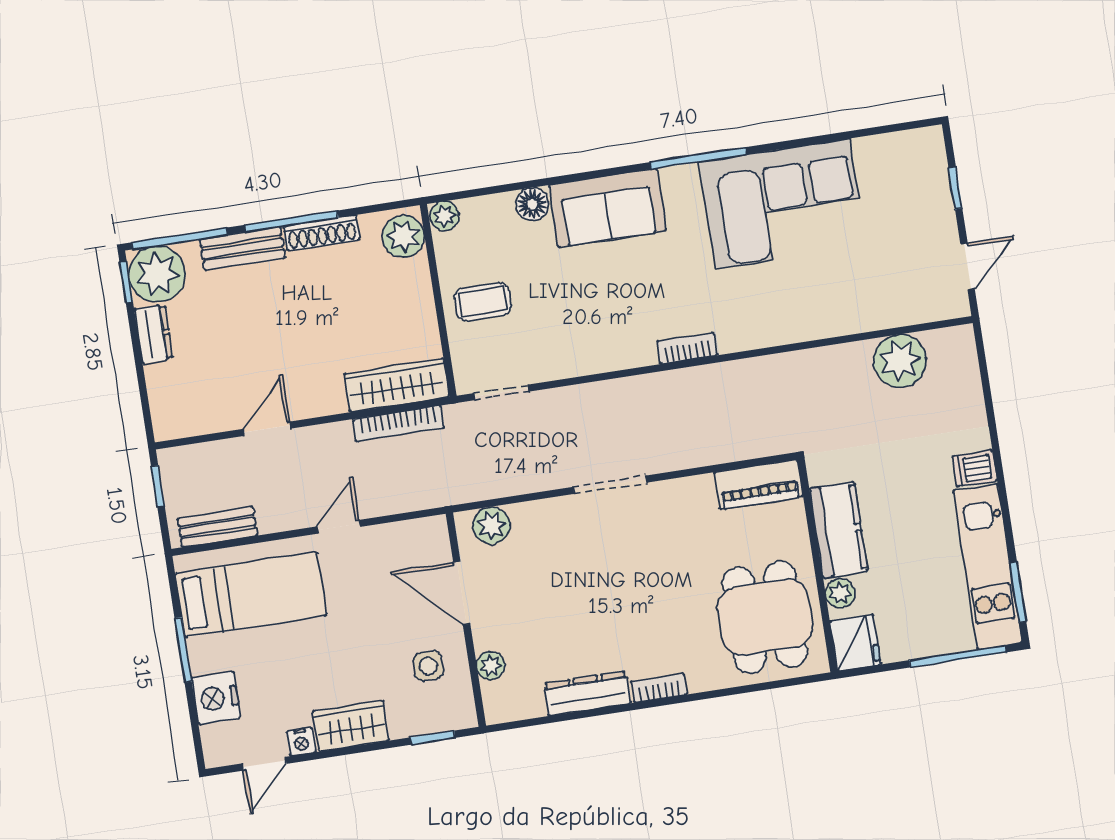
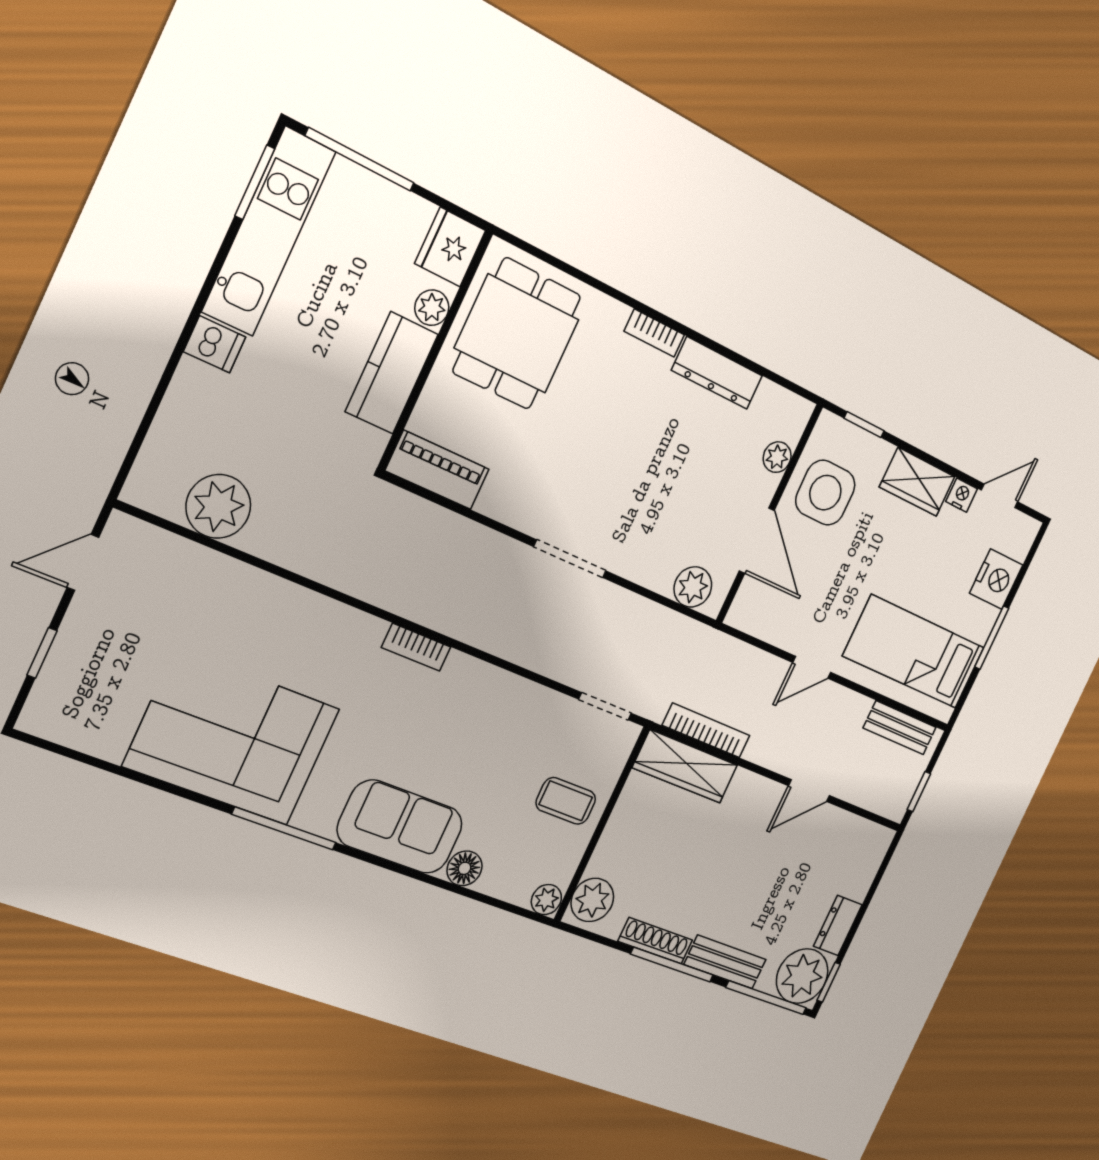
side table: (428, 666) -> (825, 493), width x1.87, depth x1.87

